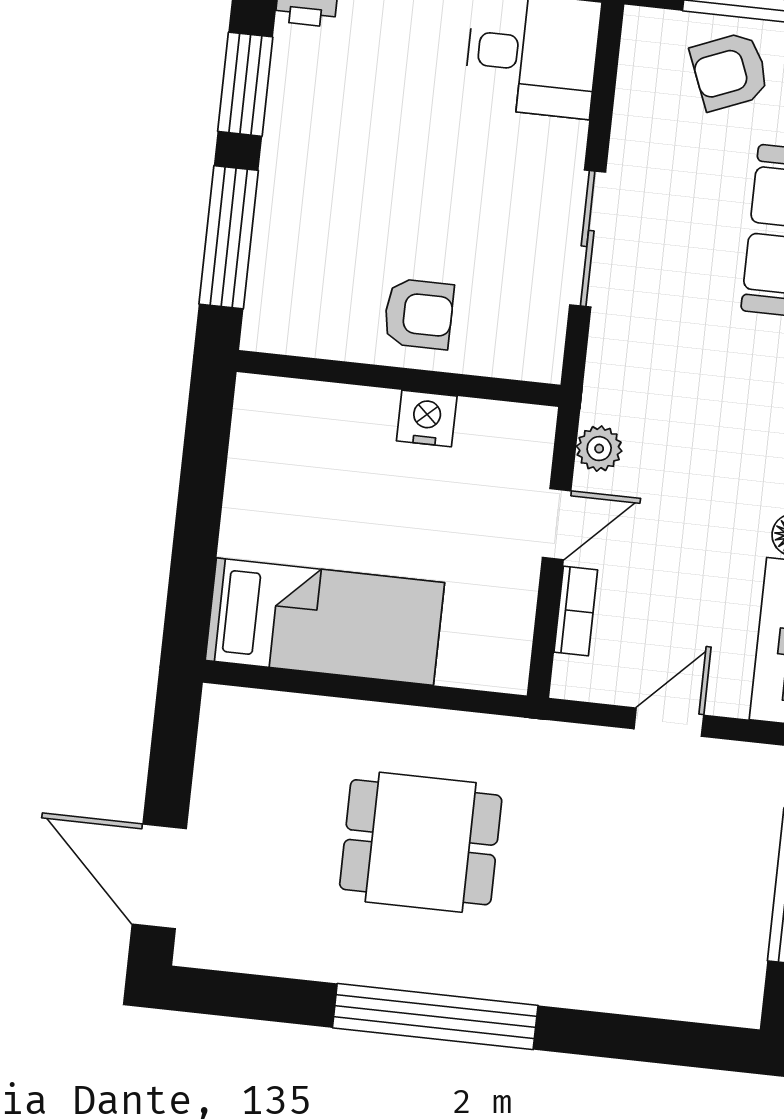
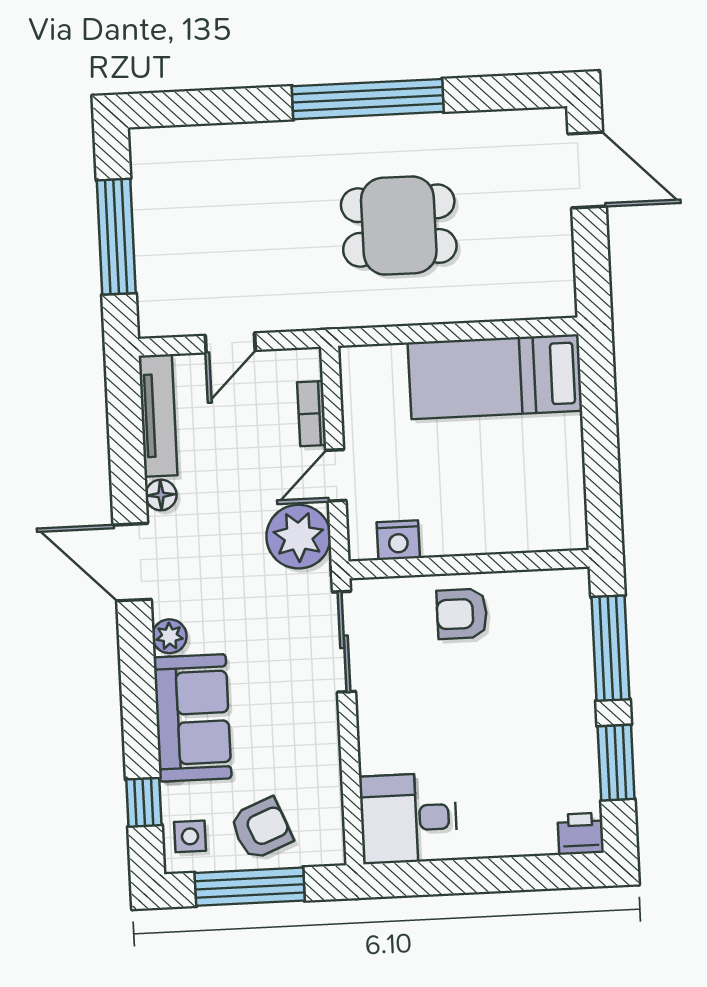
sliding door: (588, 238) -> (344, 642), moved
nightstand: (427, 418) -> (398, 540), moved
plant: (599, 449) -> (298, 537), width x1.87, depth x1.87

